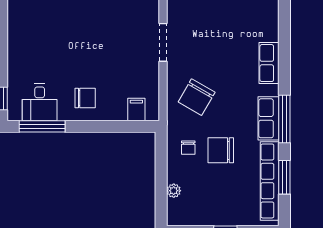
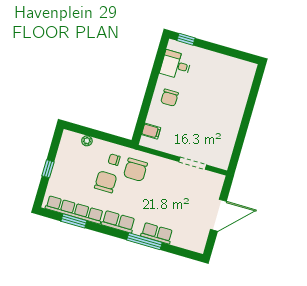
chair: (197, 97) -> (135, 170), moved, turned -120
window: (284, 119) -> (144, 241), moved
window: (42, 126) -> (158, 62), removed

